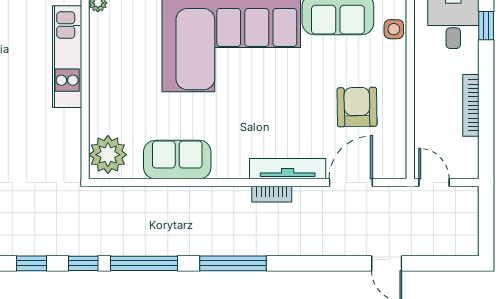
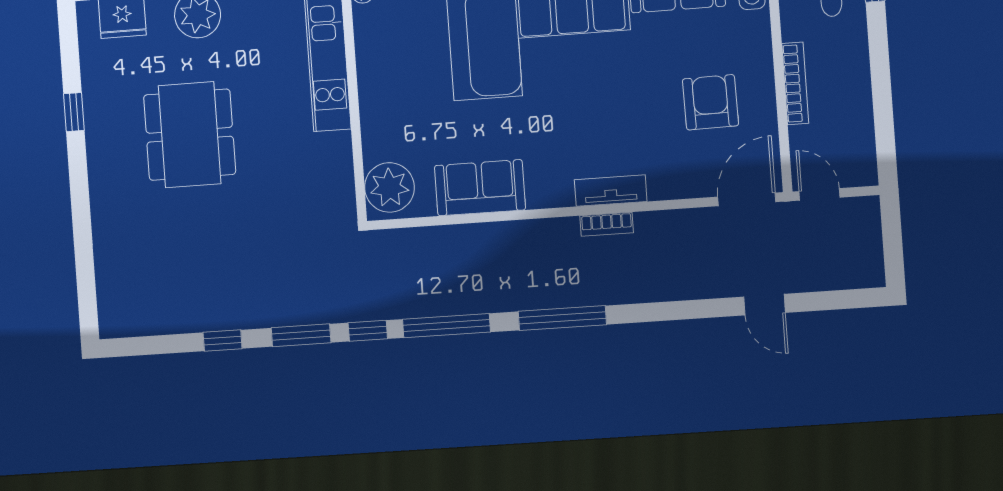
bookcase: (471, 105) -> (795, 83), moved, turned 180
tv unit: (288, 169) -> (611, 191), width x0.71
door: (351, 183) -> (747, 199), moved
window: (32, 263) -> (301, 335), width x1.50

